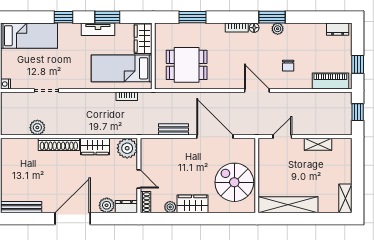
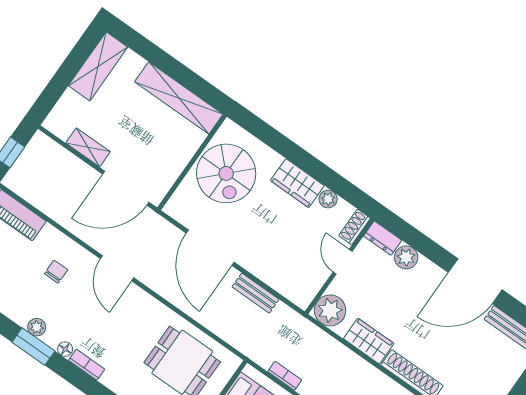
door: (282, 137) -> (126, 188), width x1.88
shelving: (345, 198) -> (98, 66), width x1.50, depth x1.33
door: (73, 219) -> (475, 281), moved

